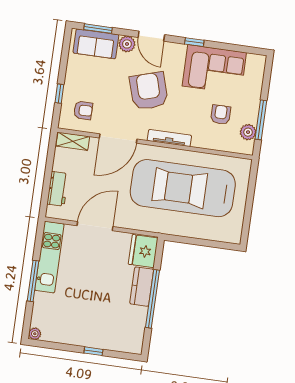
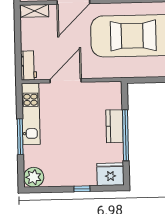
workbench: (58, 189) -> (29, 65), moved
fridge: (143, 251) -> (110, 174), moved, turned 90
plant: (35, 334) -> (34, 177), width x1.88, depth x1.88

